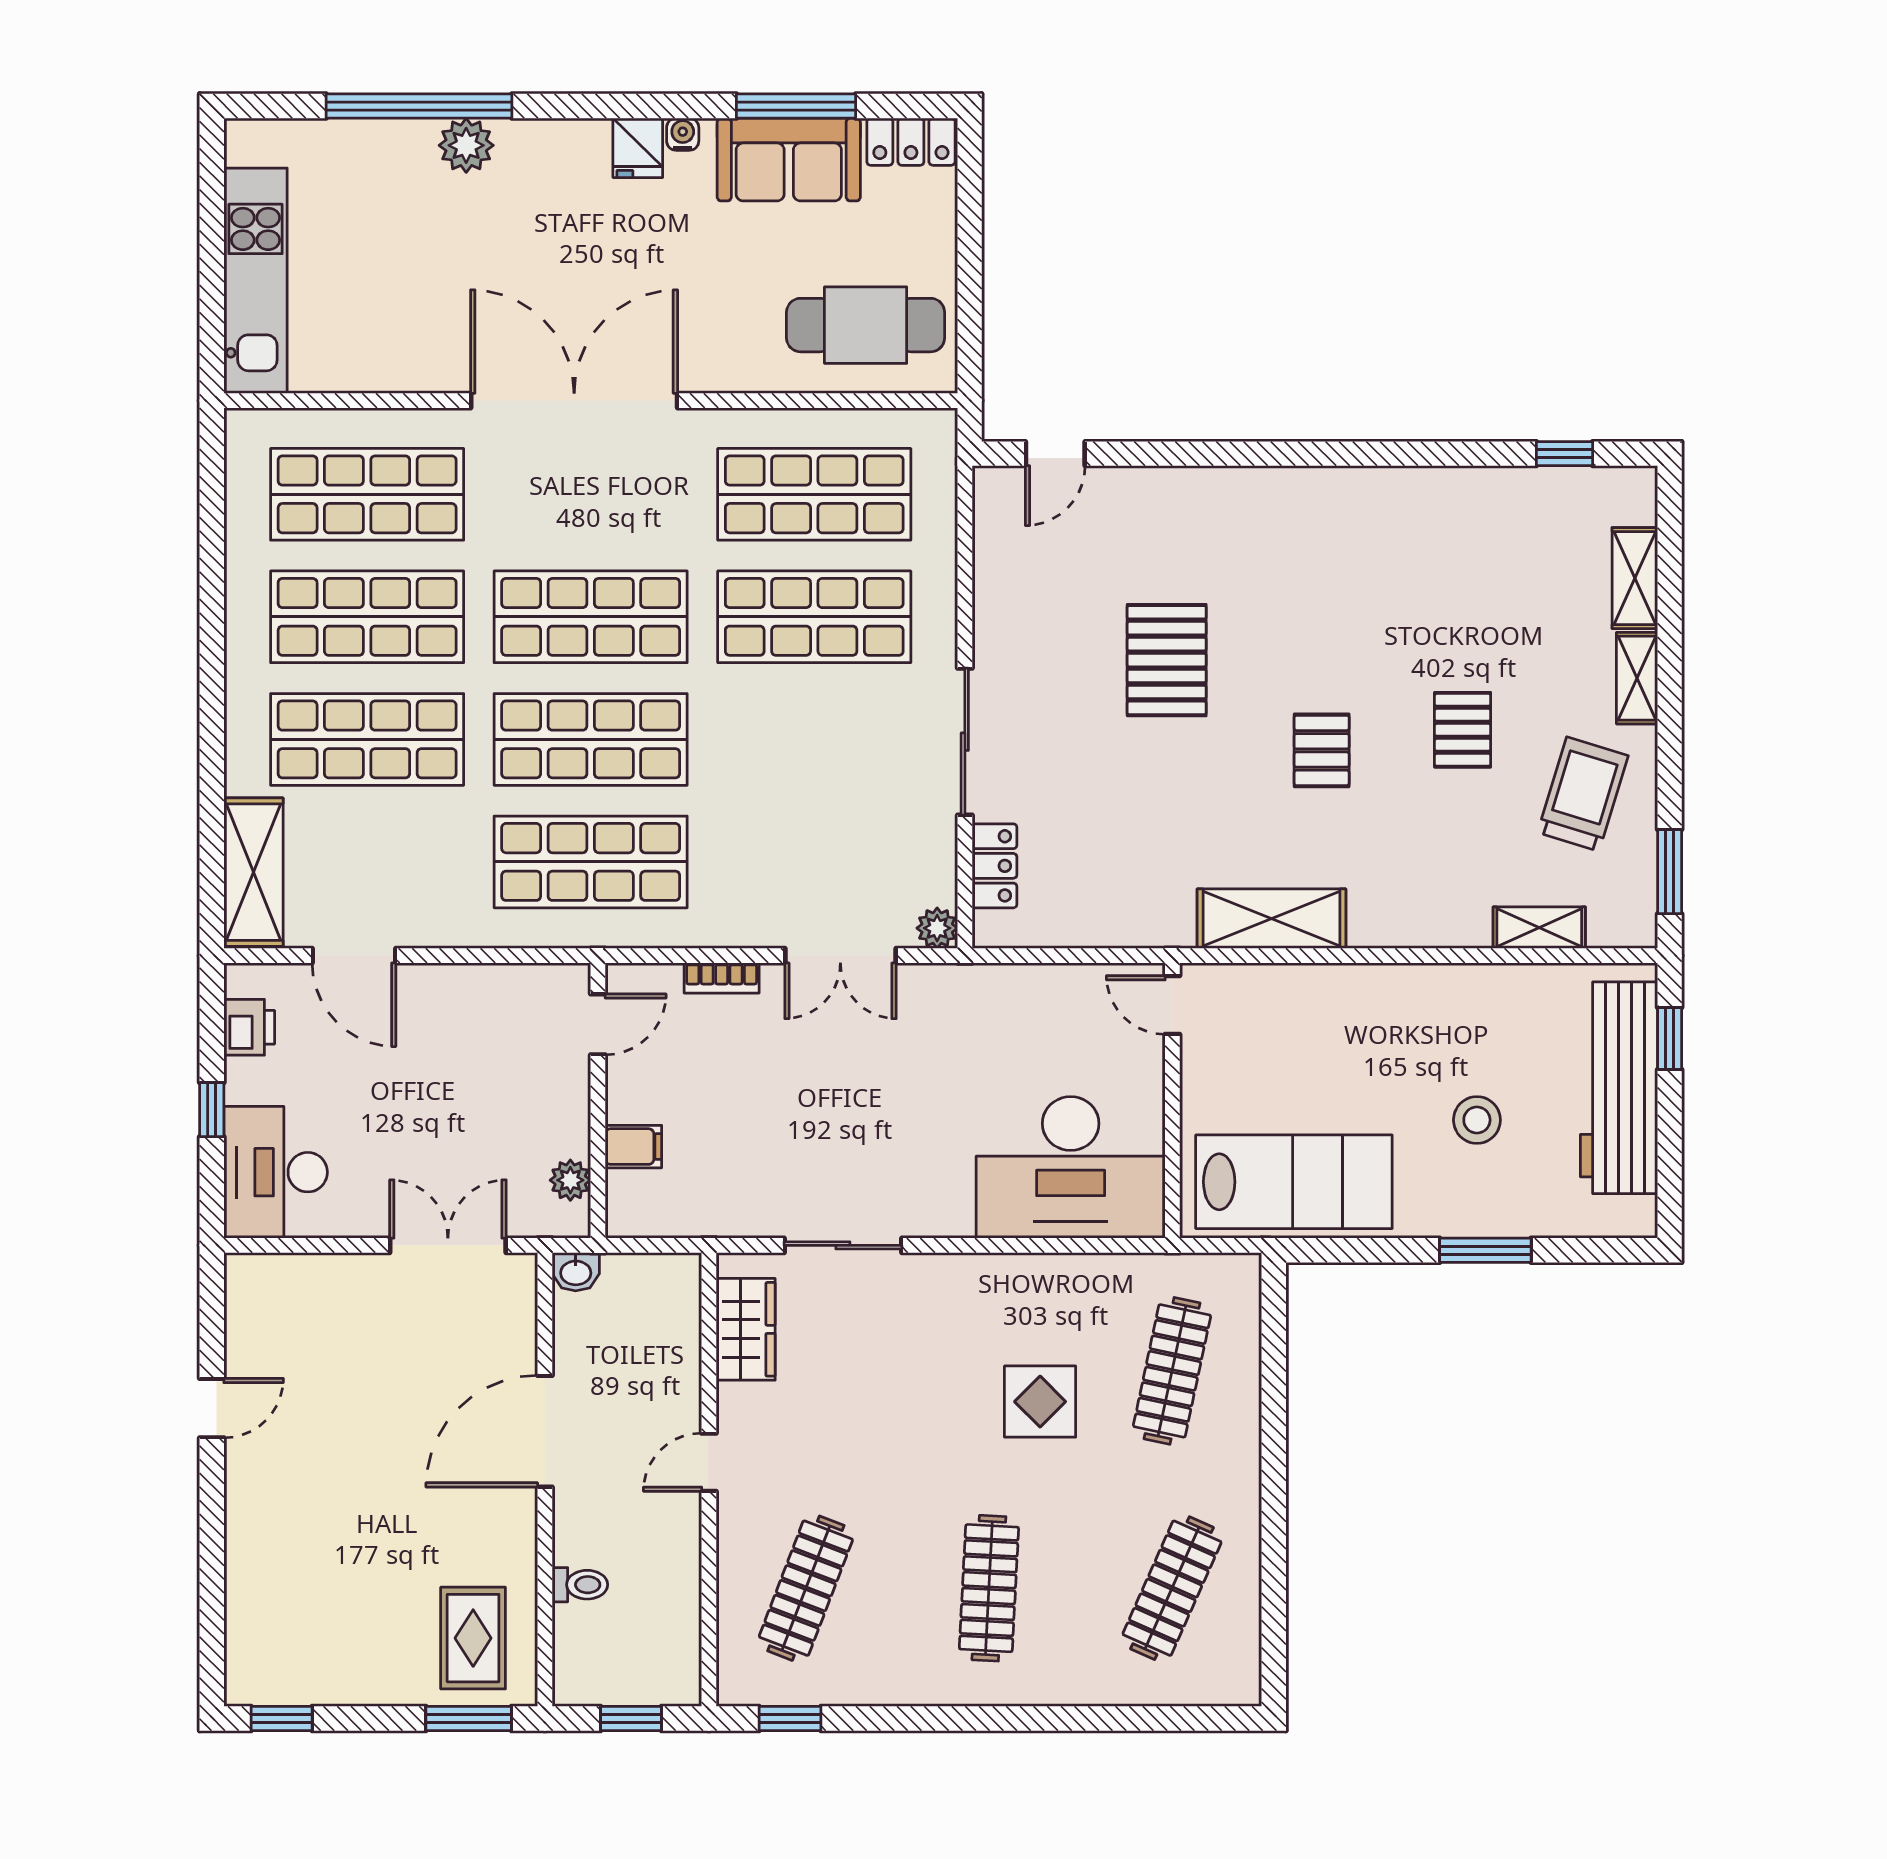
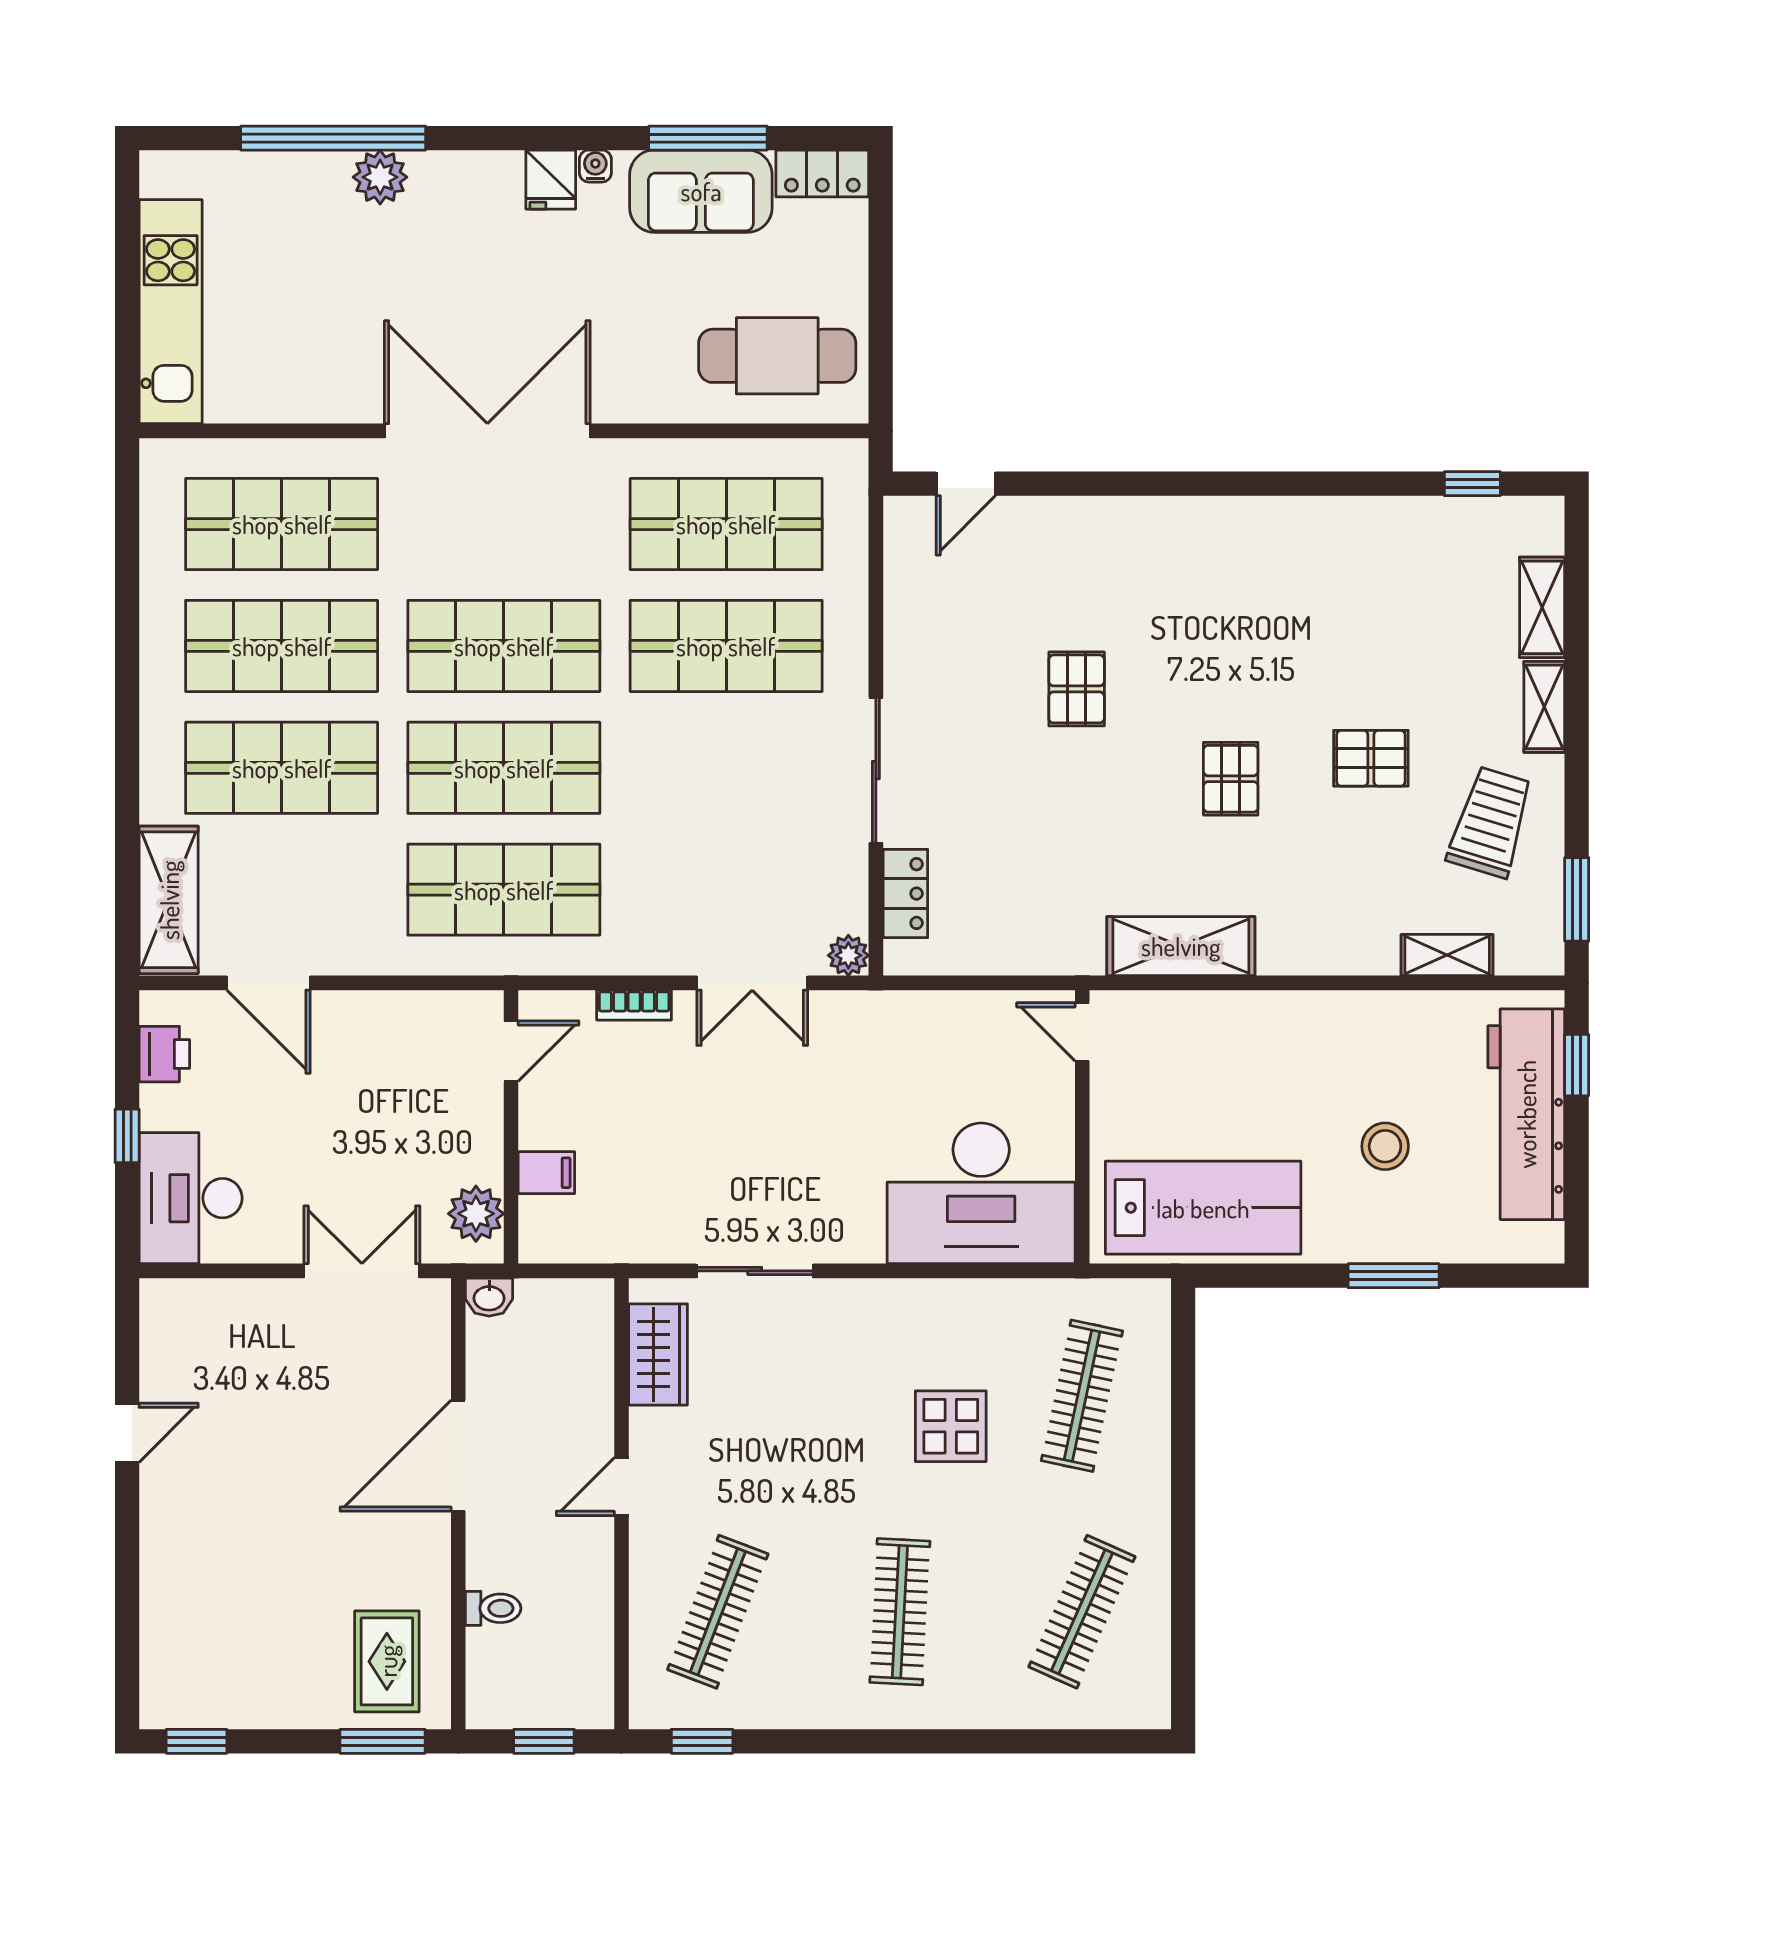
pallet: (1167, 660) -> (1077, 689), width x0.67, depth x0.71
pallet: (1463, 730) -> (1371, 758), turned 90
plant: (570, 1180) -> (476, 1214), width x1.38, depth x1.38

